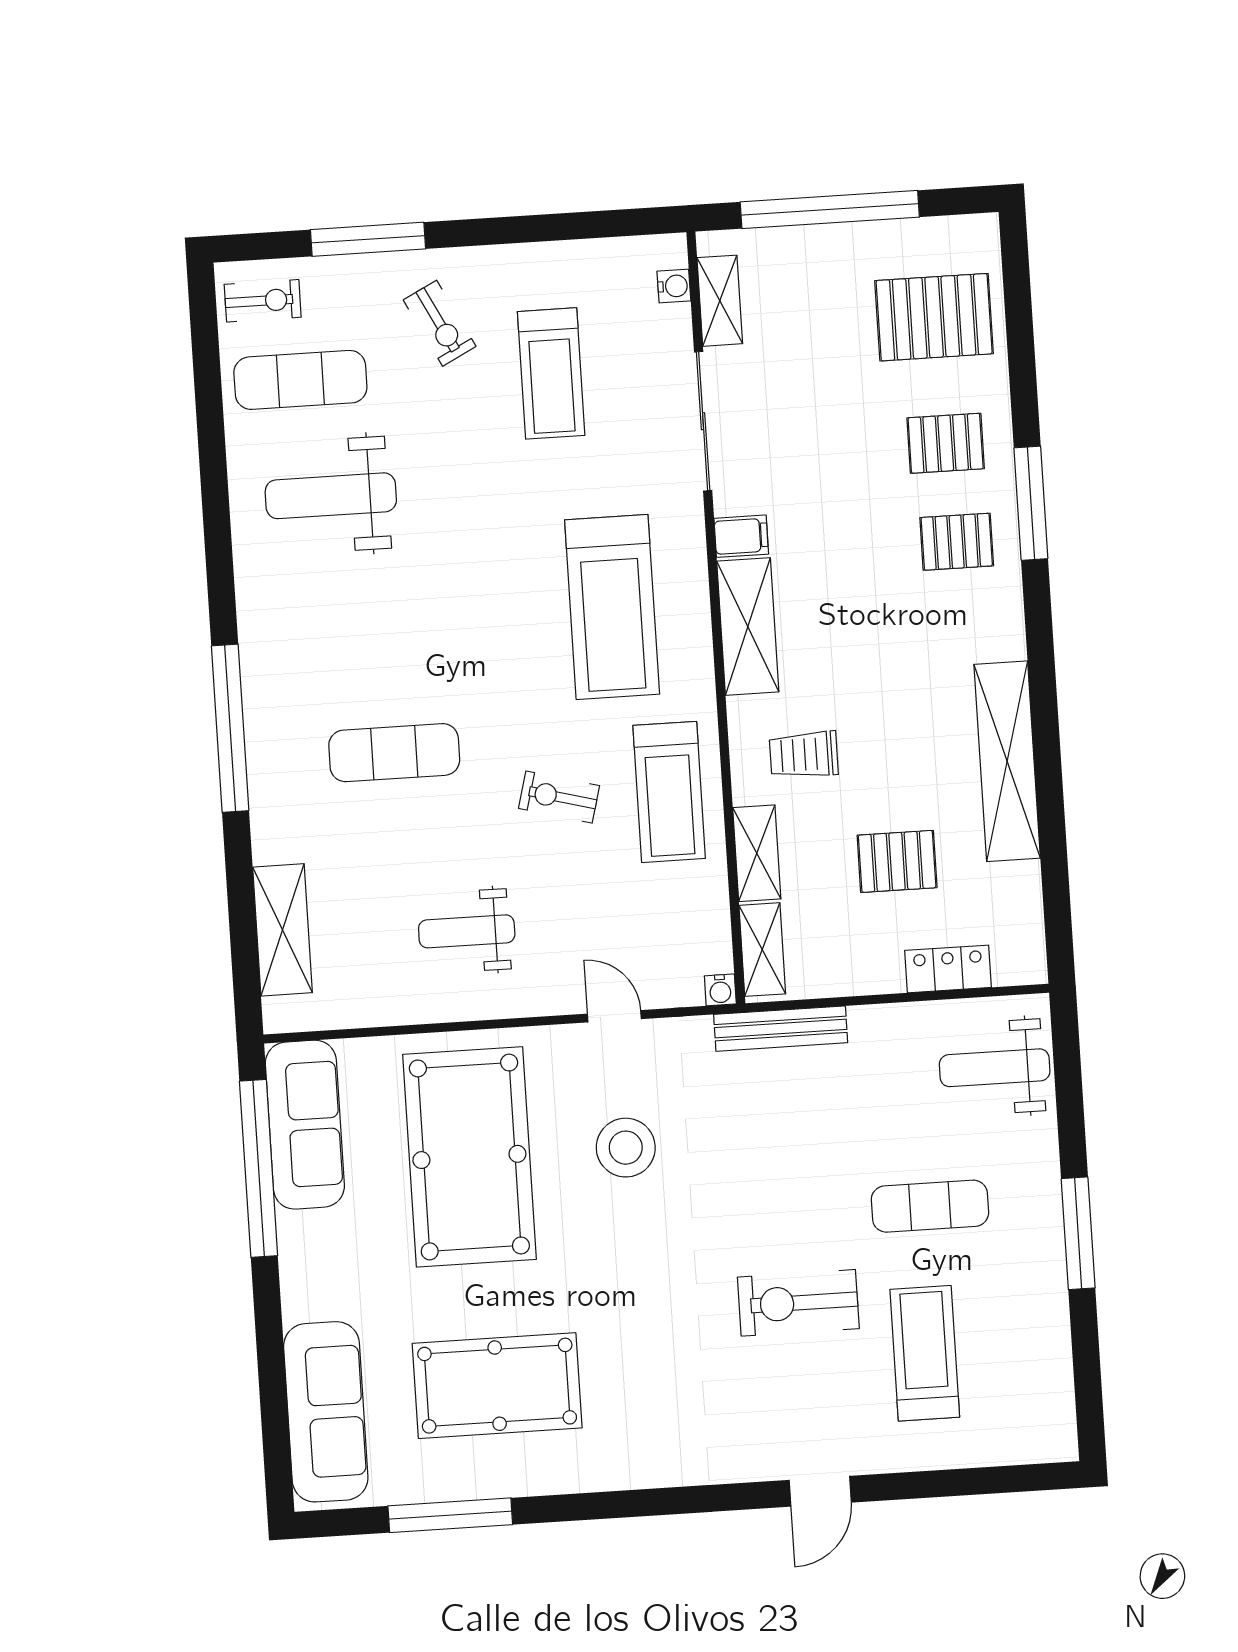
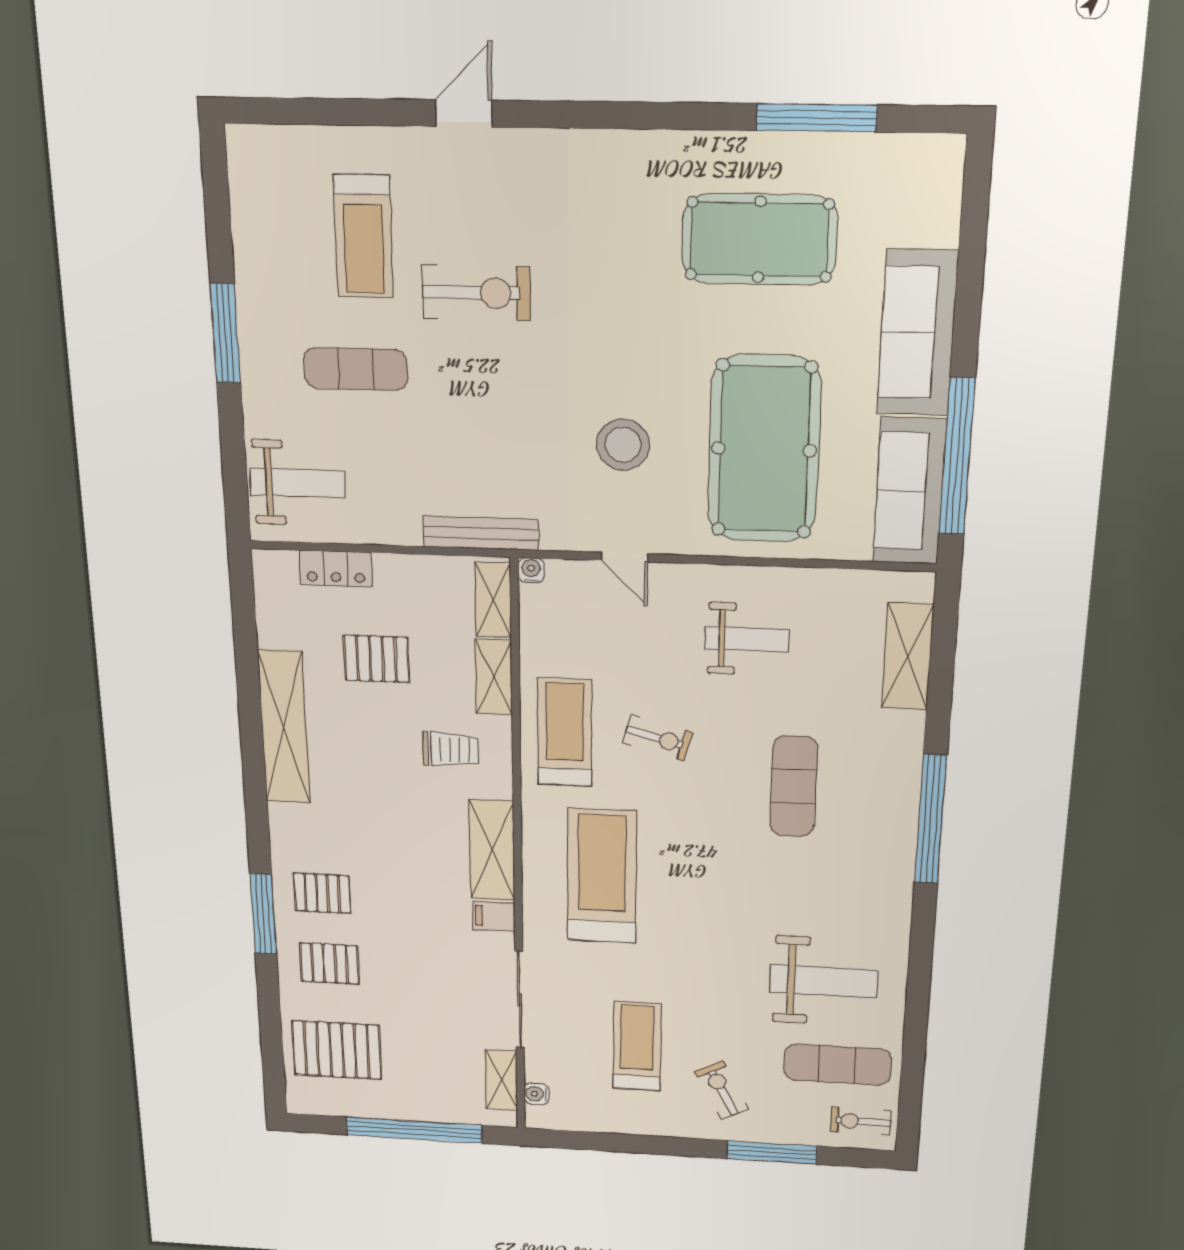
exercise mat: (394, 753) -> (794, 786), turned 90
sofa: (326, 1412) -> (917, 333), moved

